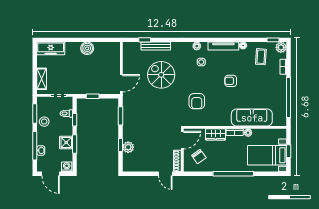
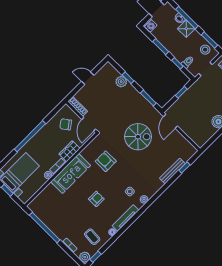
spiral stairs: (161, 75) -> (138, 137), moved
sofa: (252, 118) -> (71, 174), moved
stool: (44, 122) -> (205, 50), moved
shower: (66, 142) -> (186, 29), moved
door: (165, 174) -> (88, 78), moved

